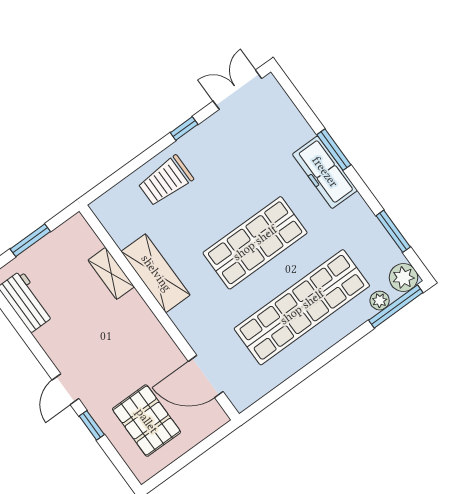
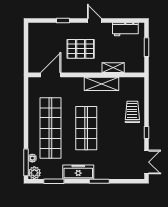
freezer: (325, 172) -> (78, 172), moved
door: (66, 389) -> (94, 21), moved
pallet: (147, 421) -> (81, 49), moved

